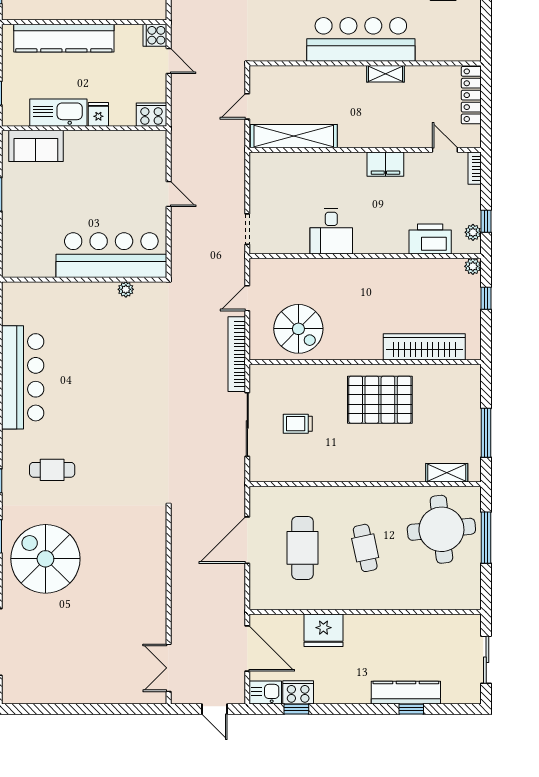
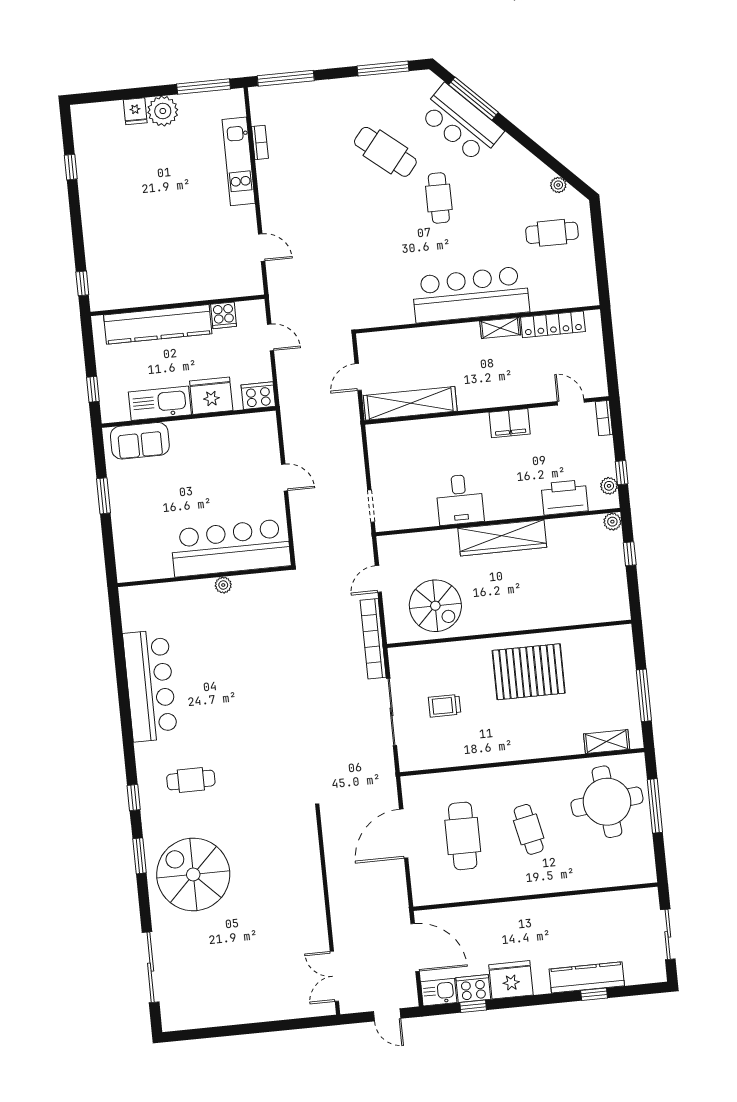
cooker: (155, 35) -> (224, 315), moved, turned -90
locker: (471, 95) -> (553, 324), moved, turned -90
fridge: (98, 114) -> (211, 396), width x1.88, depth x1.34
plant: (126, 289) -> (223, 585), moved
wardrobe: (424, 347) -> (502, 538), moved, turned 180
fridge: (323, 630) -> (511, 980), moved, turned 180

